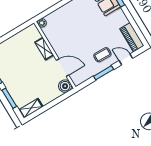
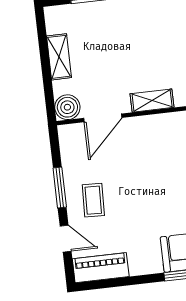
door: (126, 59) -> (66, 239), hinge flipped
shelving: (31, 108) -> (59, 57), moved

